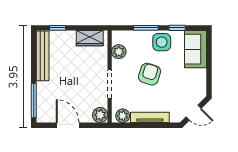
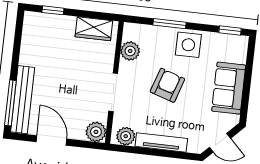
window: (177, 28) -> (230, 30), moved
sofa: (196, 49) -> (229, 88), moved
bench: (43, 56) -> (23, 100), moved

